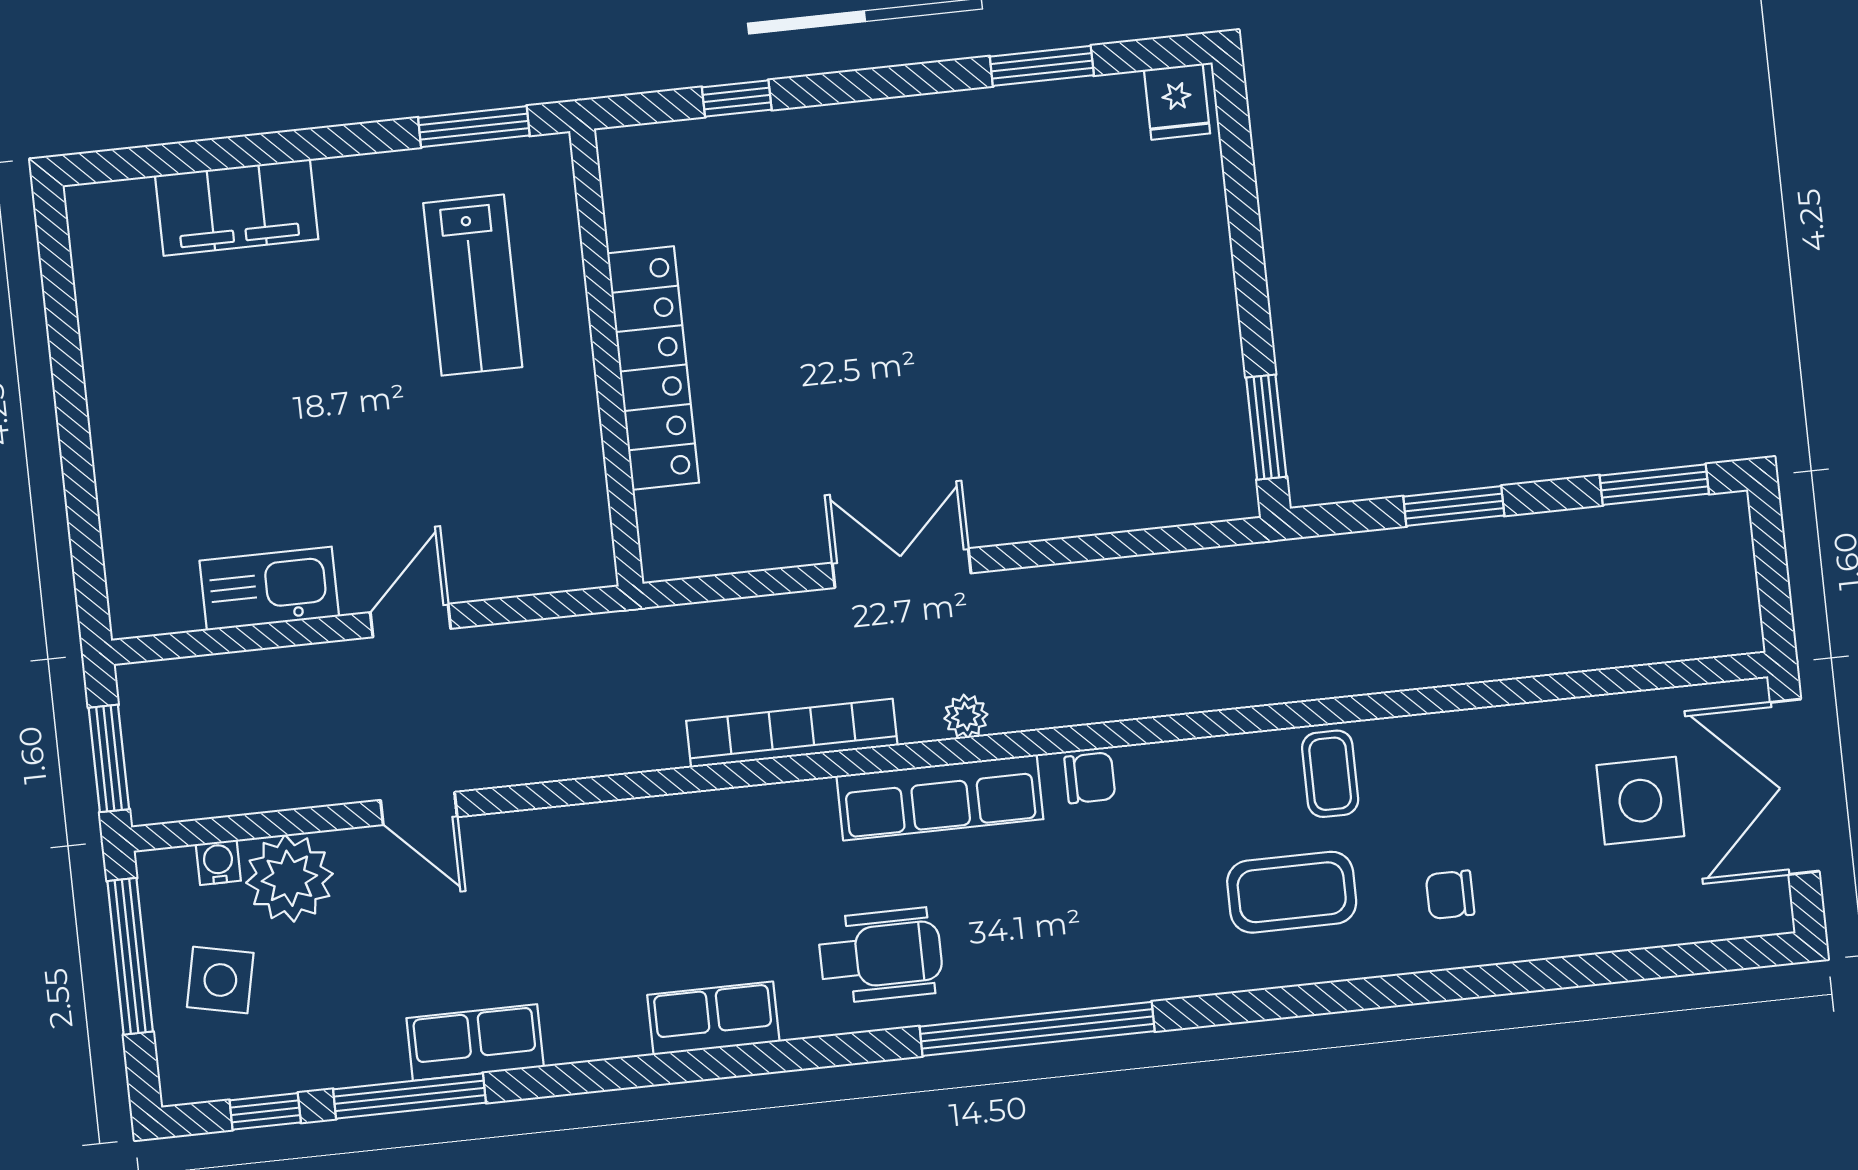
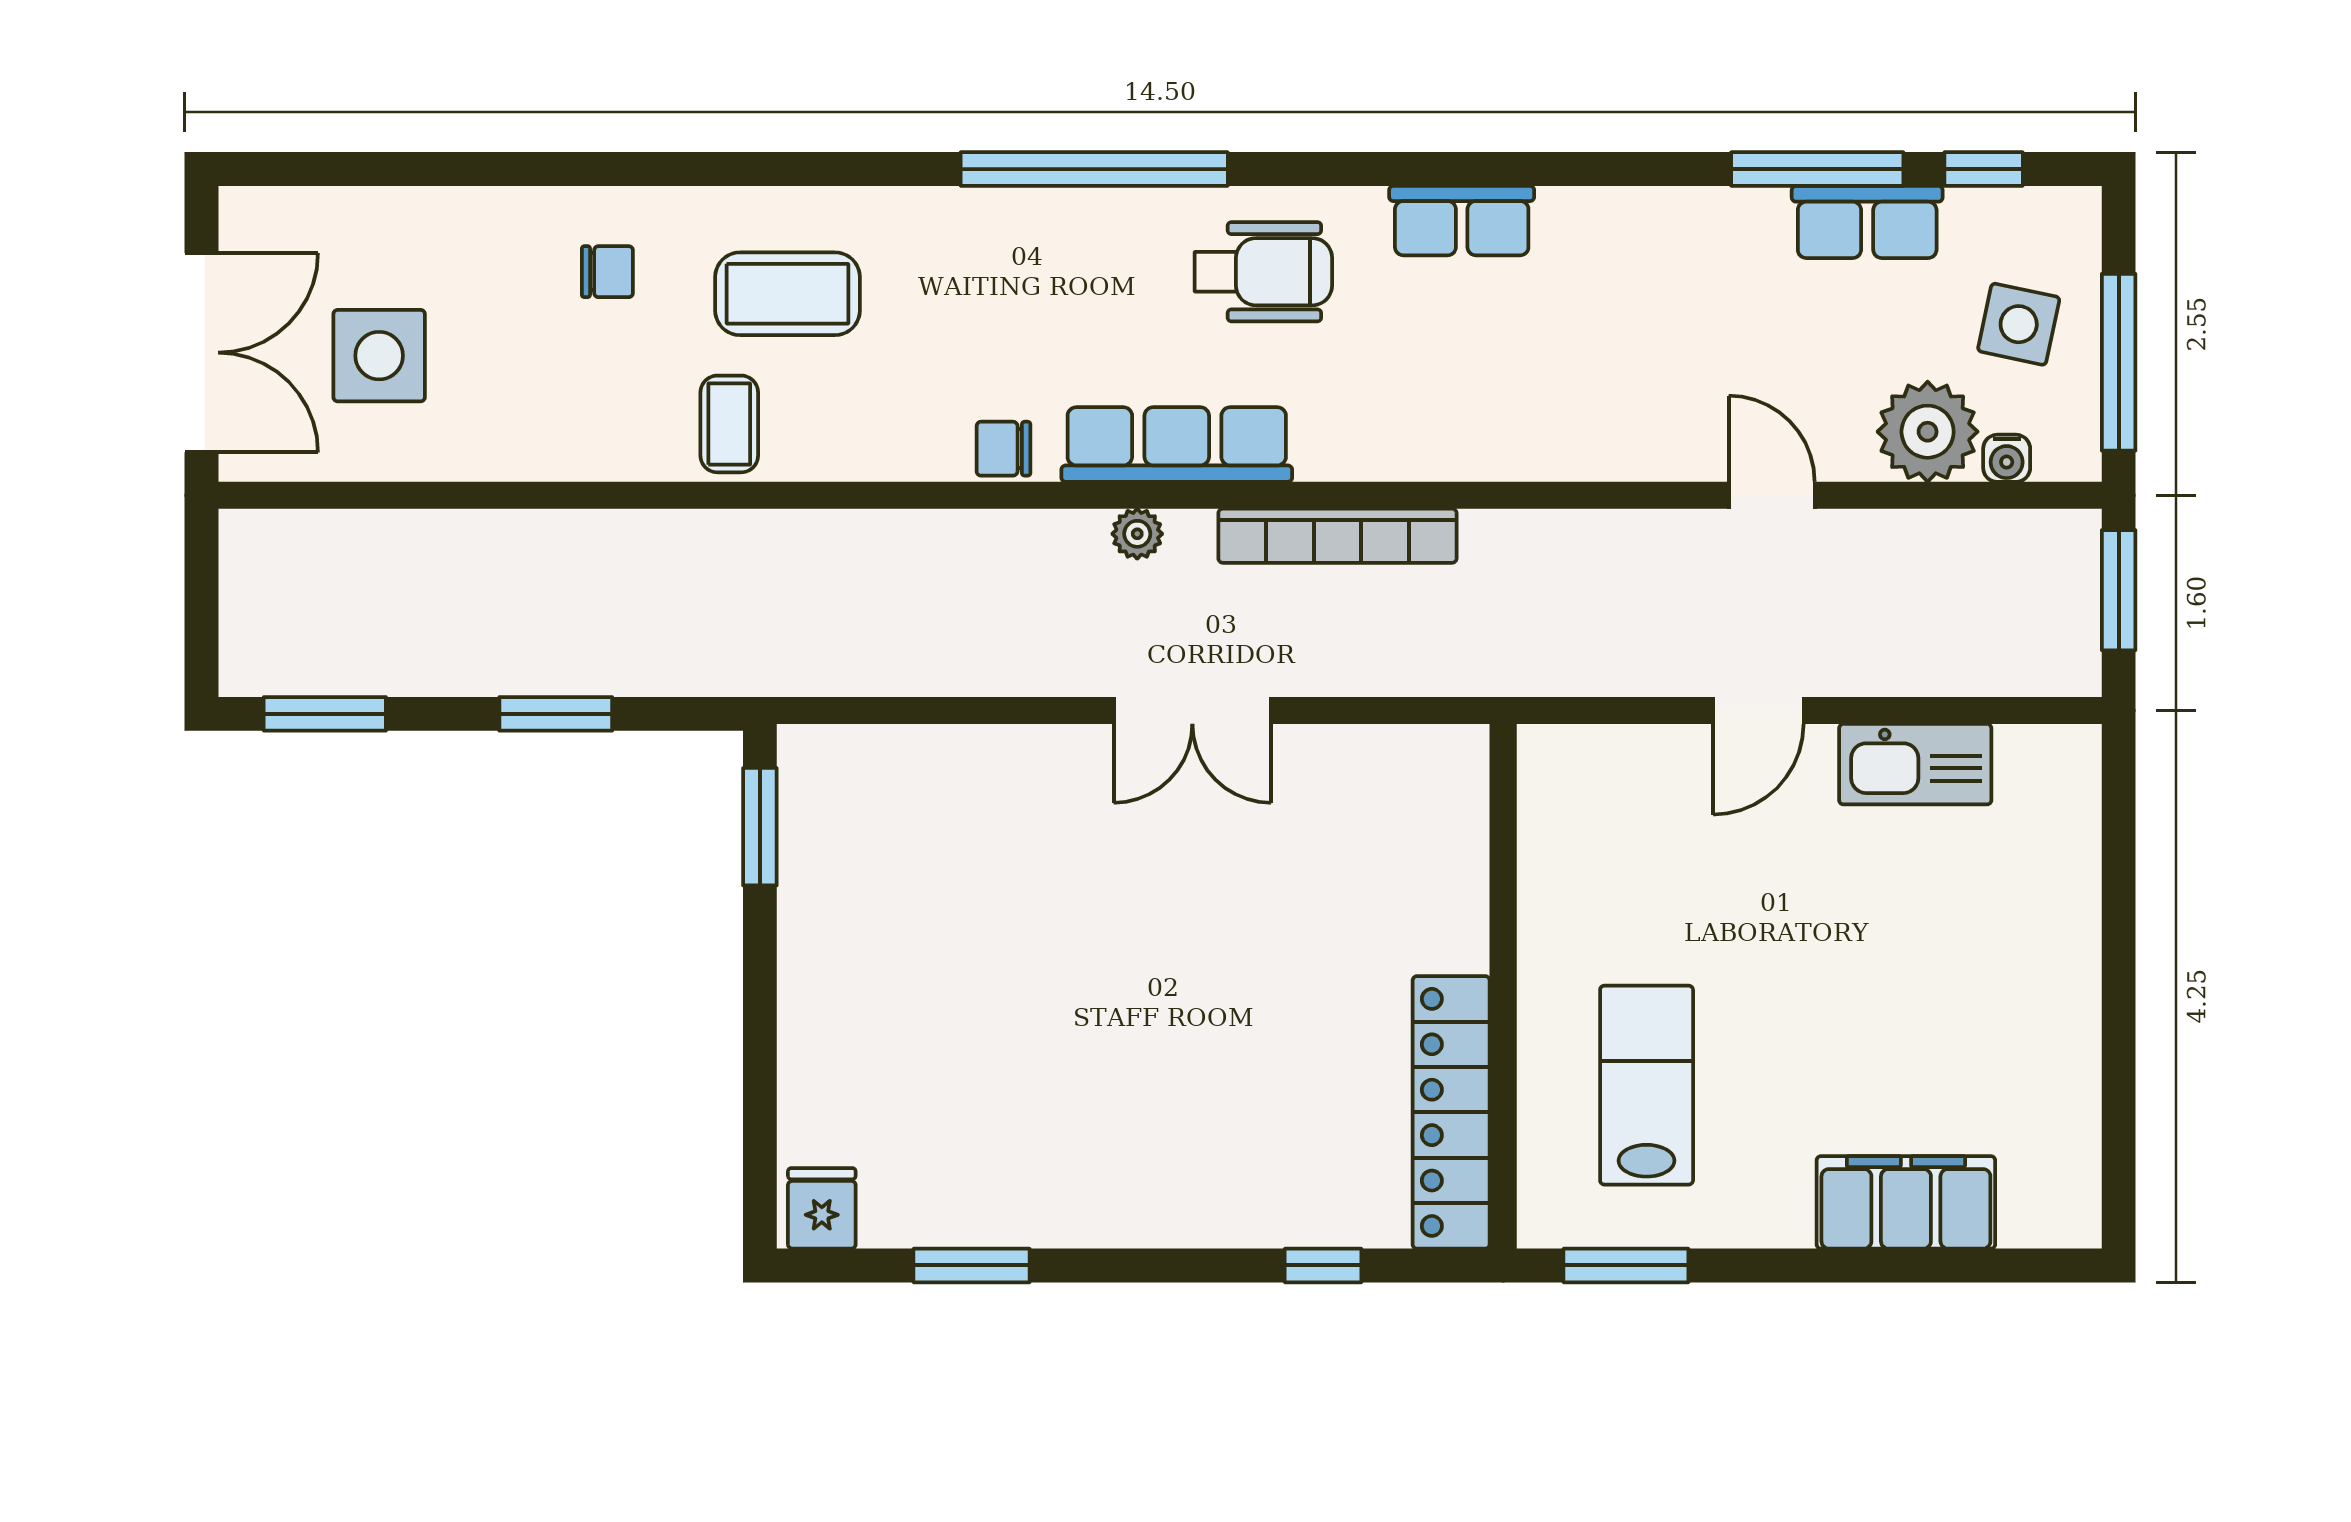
locker: (653, 368) -> (1451, 1112), moved
wheelchair: (881, 955) -> (1263, 272), turned 180
row of seats: (475, 1043) -> (1867, 222), moved

